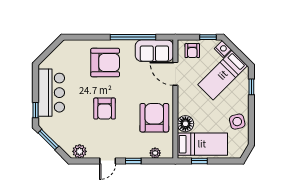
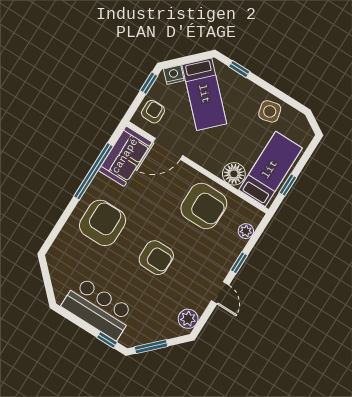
armchair: (192, 51) -> (153, 112), turned -90
armchair: (154, 118) -> (204, 206), turned 180

